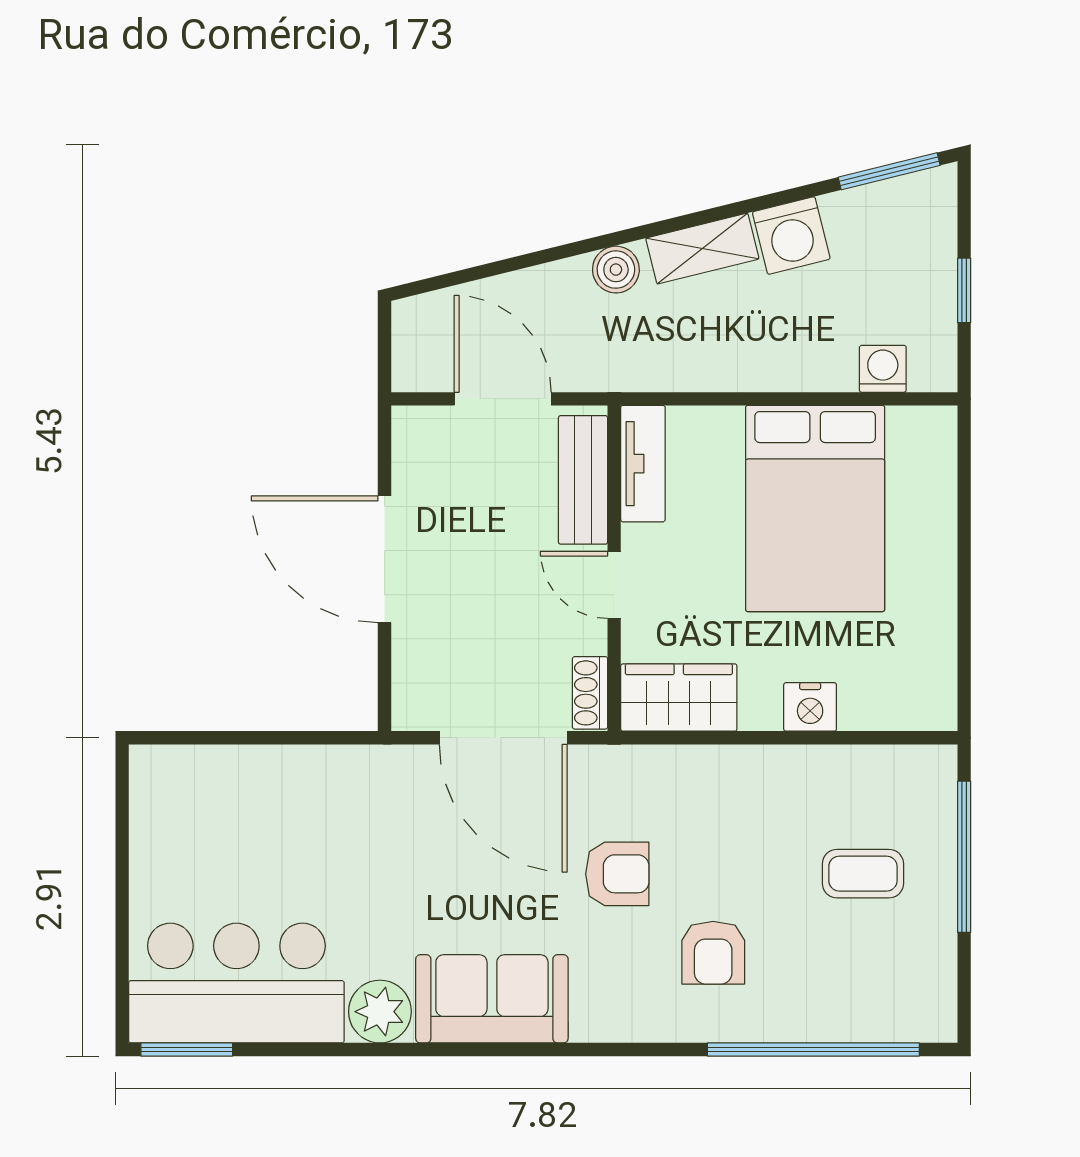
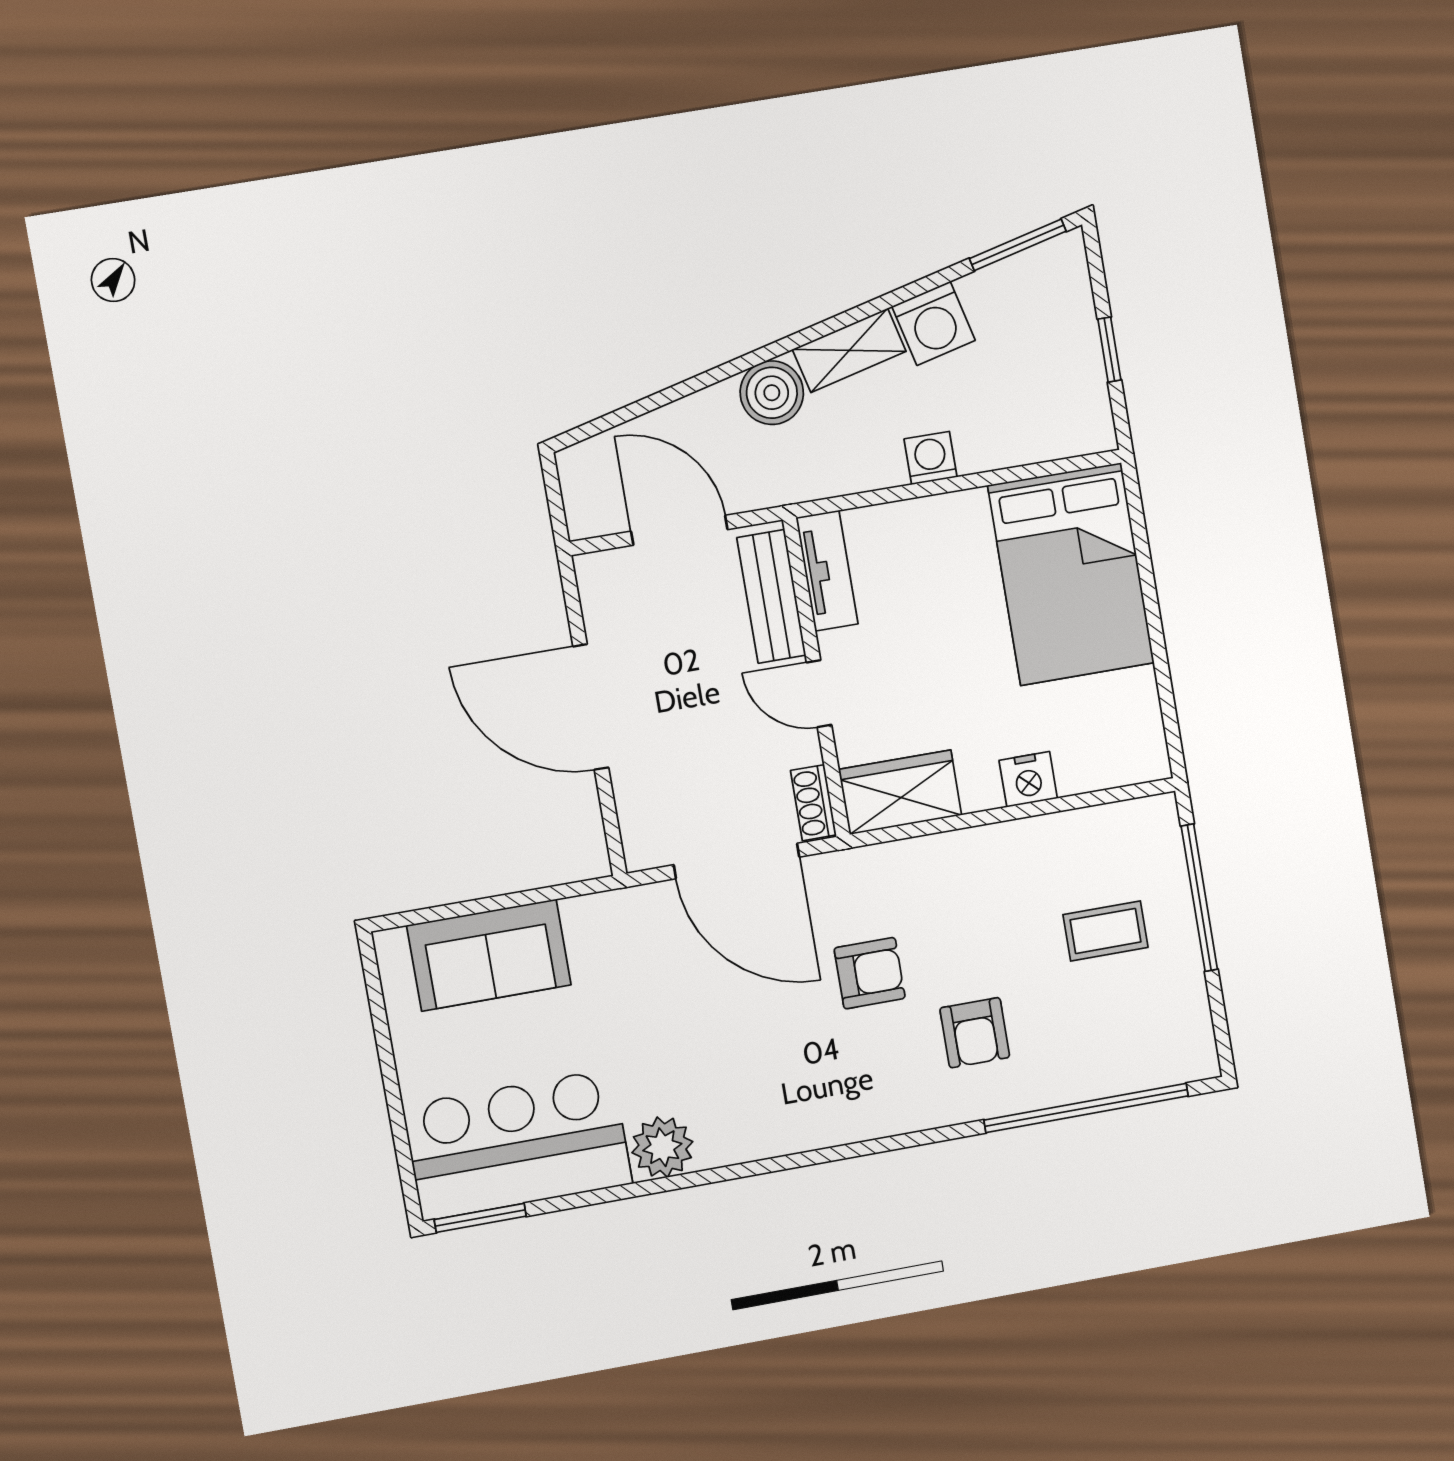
boiler: (616, 270) -> (772, 393), width x1.36, depth x1.36
washing machine: (883, 369) -> (931, 458), moved
bed: (815, 508) -> (1071, 574), moved
sofa: (492, 999) -> (489, 955), moved, turned 180

